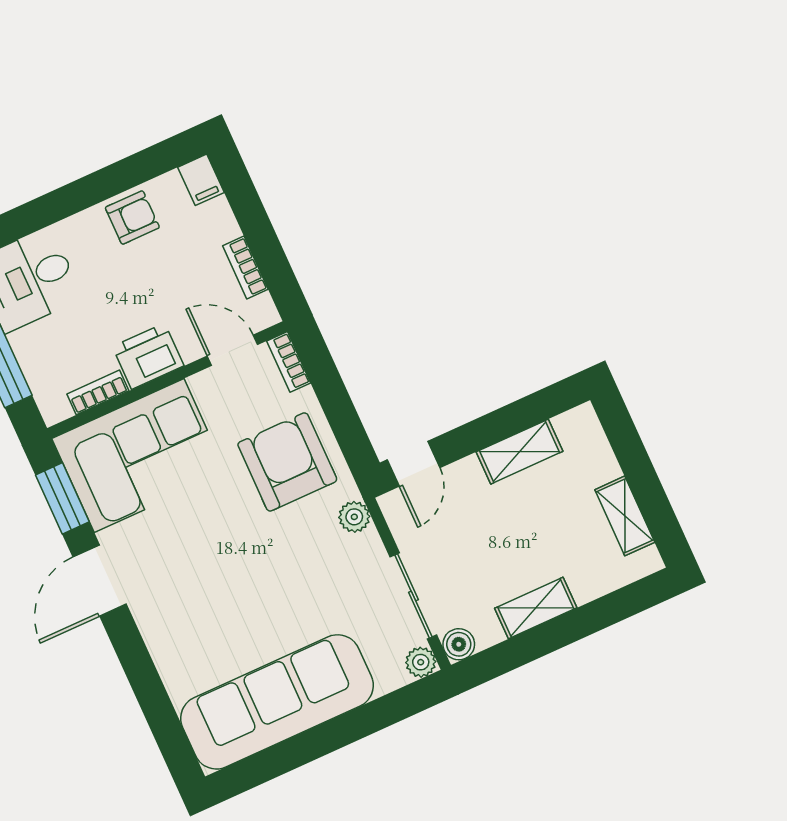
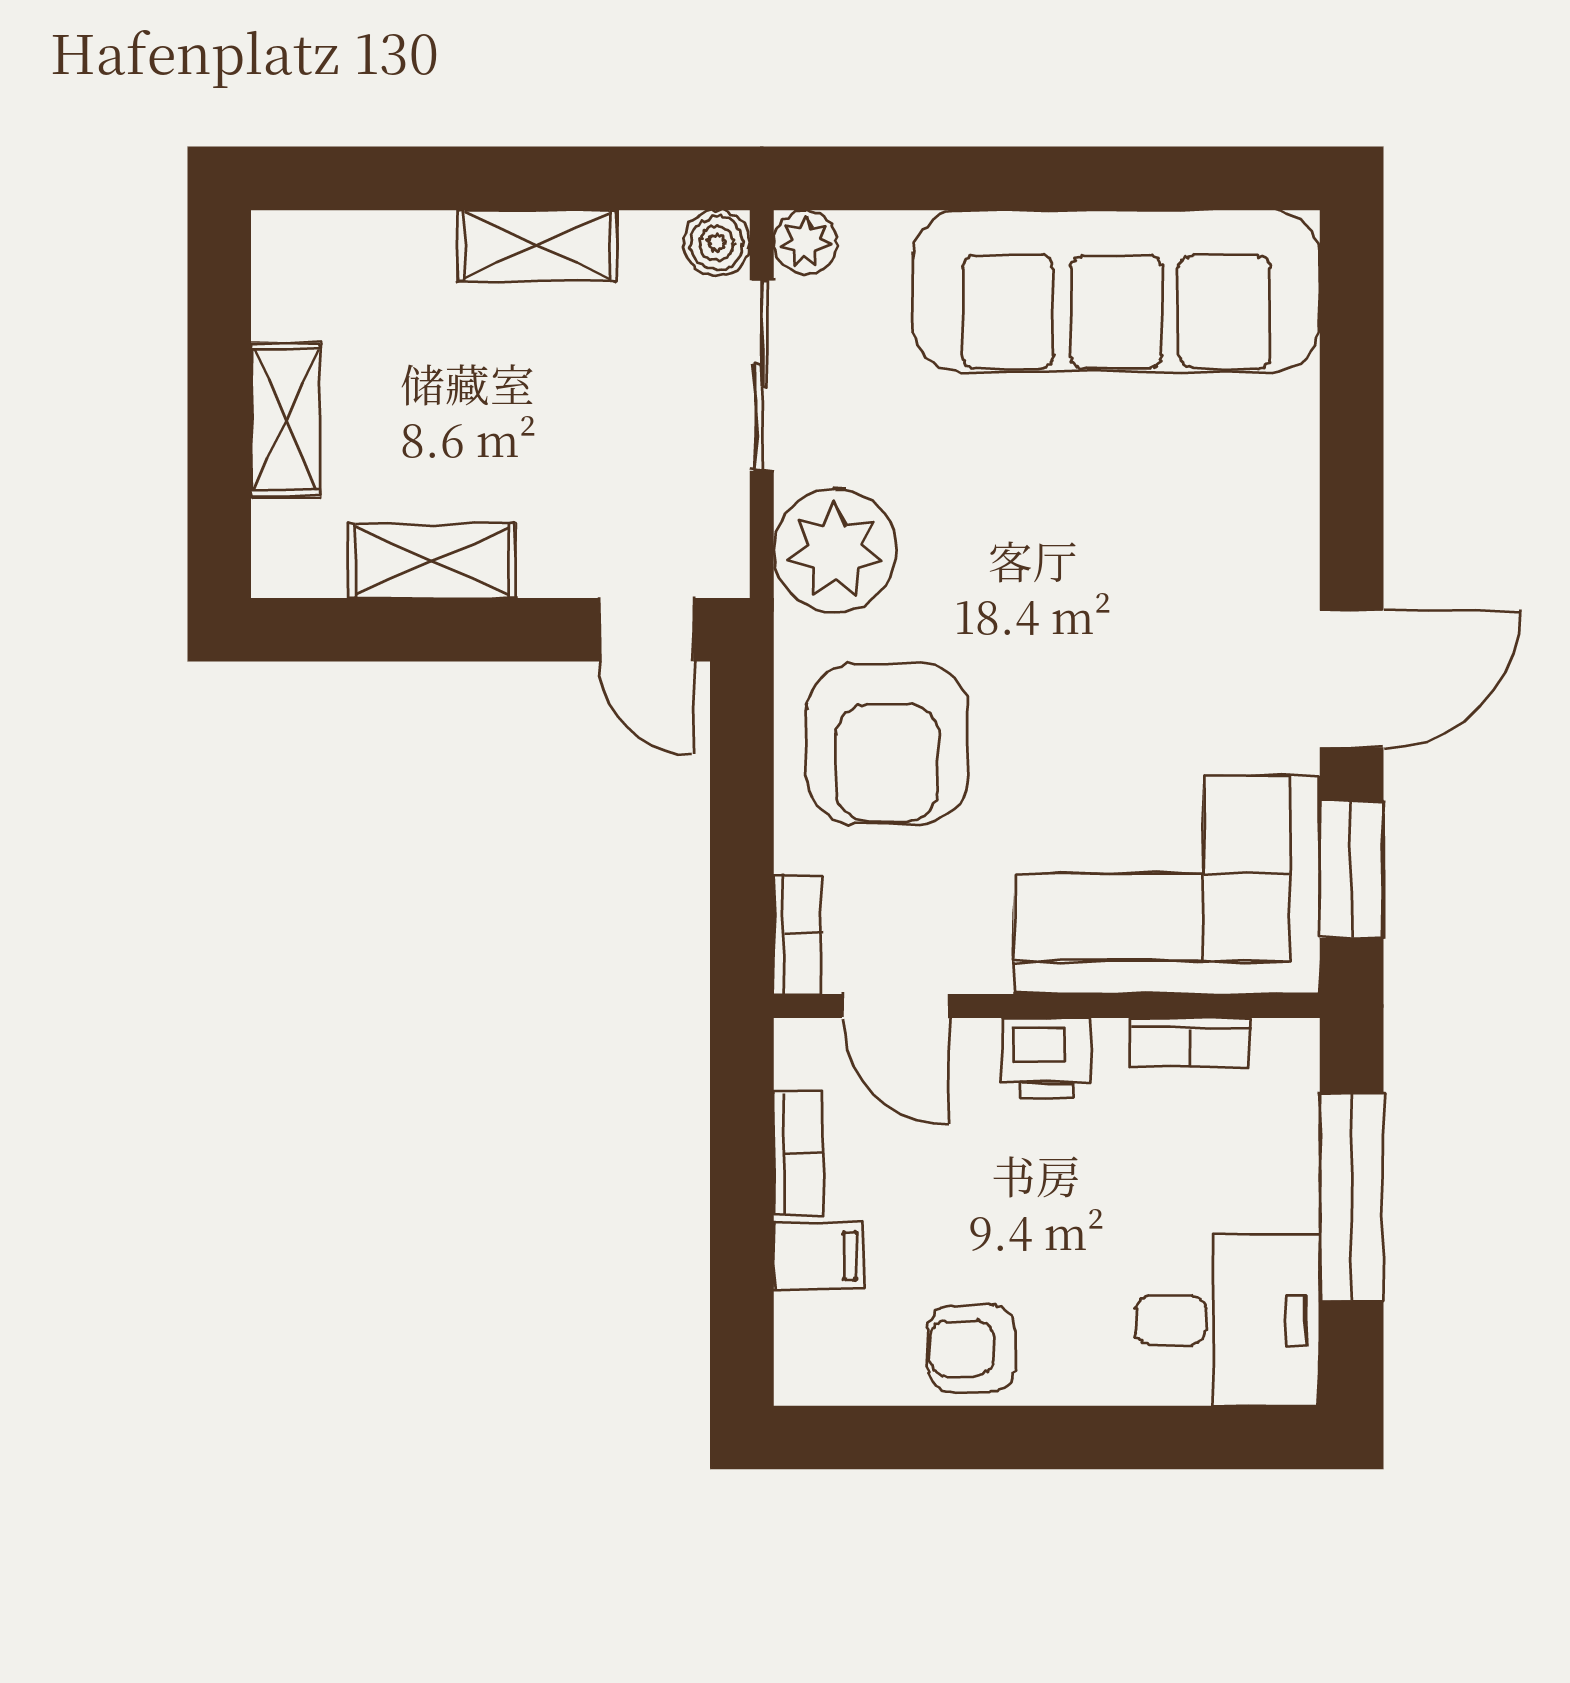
filing cabinet: (201, 180) -> (818, 1256), moved, turned 90
printer: (148, 356) -> (1047, 1058), width x0.73, depth x0.81
door: (413, 464) -> (646, 630), swing flipped
shelving: (625, 516) -> (285, 420), moved
plant: (354, 517) -> (835, 550), width x1.87, depth x1.87

